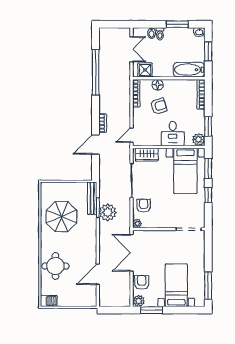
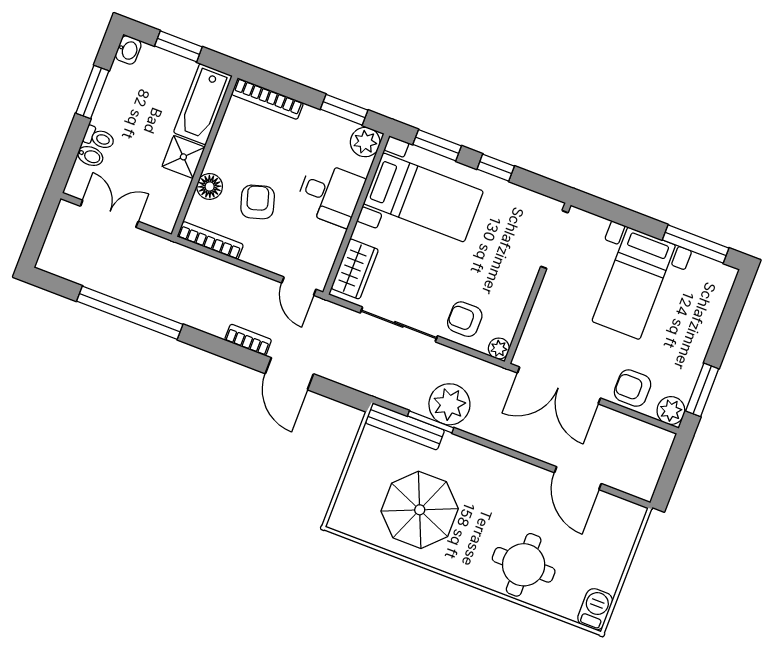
shower: (145, 70) -> (183, 157), moved
bed with nightstands: (176, 285) -> (634, 283), moved, turned -90

